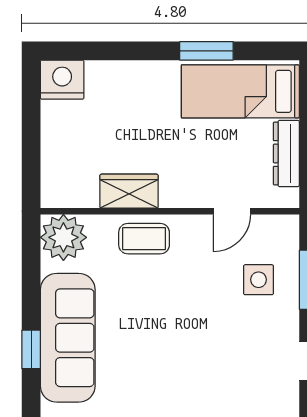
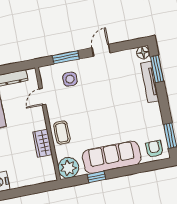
door: (232, 211) -> (42, 97), swing flipped
window: (31, 349) -> (96, 177), moved

